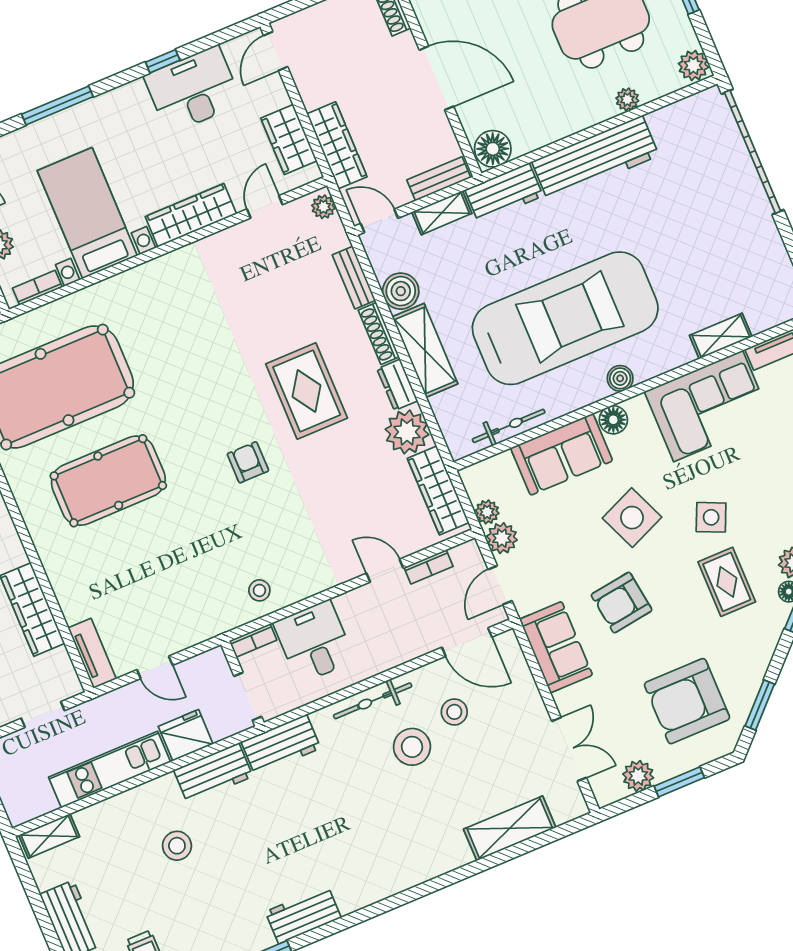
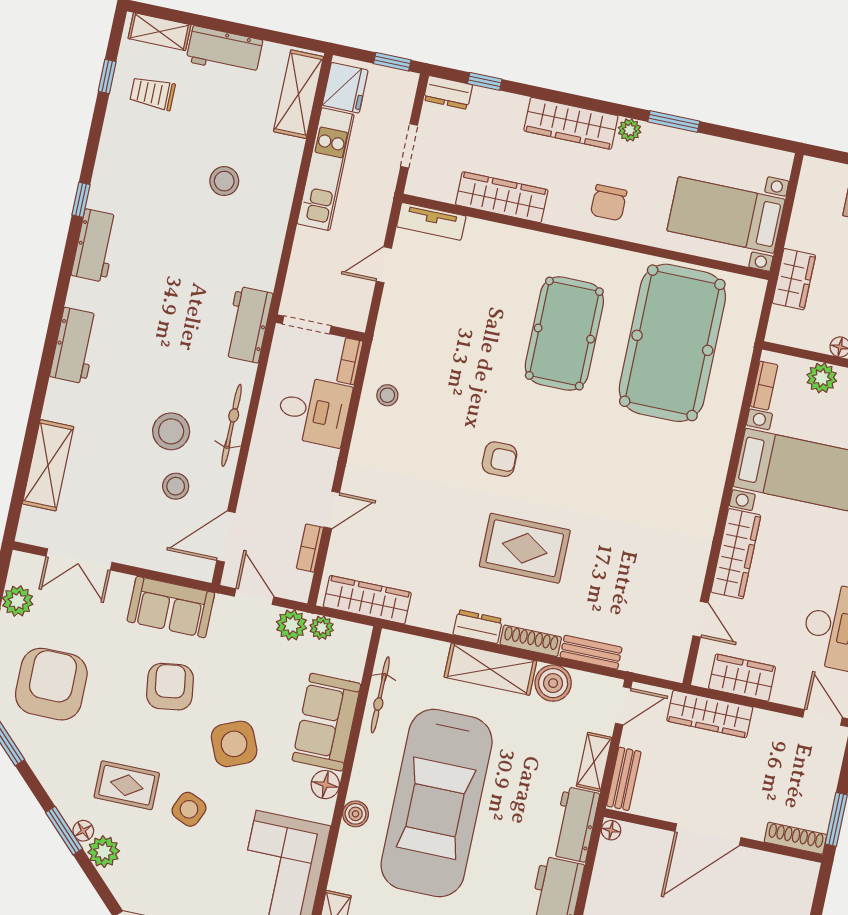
floor lamp: (493, 149) -> (611, 830), width x0.53, depth x0.53
plant: (323, 207) -> (667, 668), removed
plant: (407, 432) -> (433, 608), removed
fridge: (186, 735) -> (345, 88), moved
workbench: (213, 773) -> (75, 346), moved, turned 180
shelving: (49, 836) -> (298, 94), width x1.50, depth x1.33

